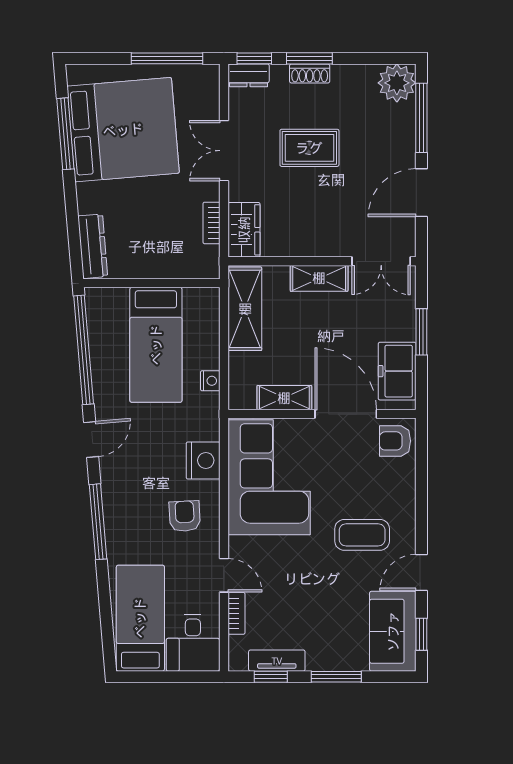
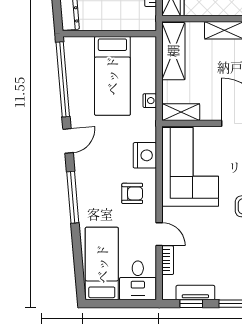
shelving: (284, 398) -> (181, 112), moved
armchair: (185, 516) -> (132, 193), turned 93

